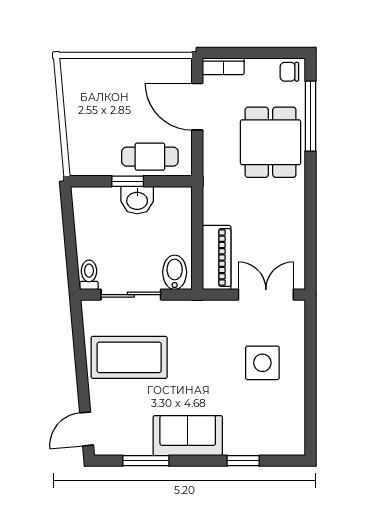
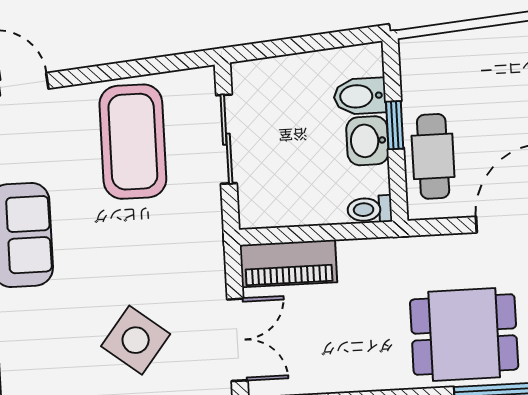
bidet: (175, 272) -> (360, 96), moved, turned 180
toilet: (89, 275) -> (370, 209), moved, turned 180
side table: (262, 363) -> (136, 340), turned 38

